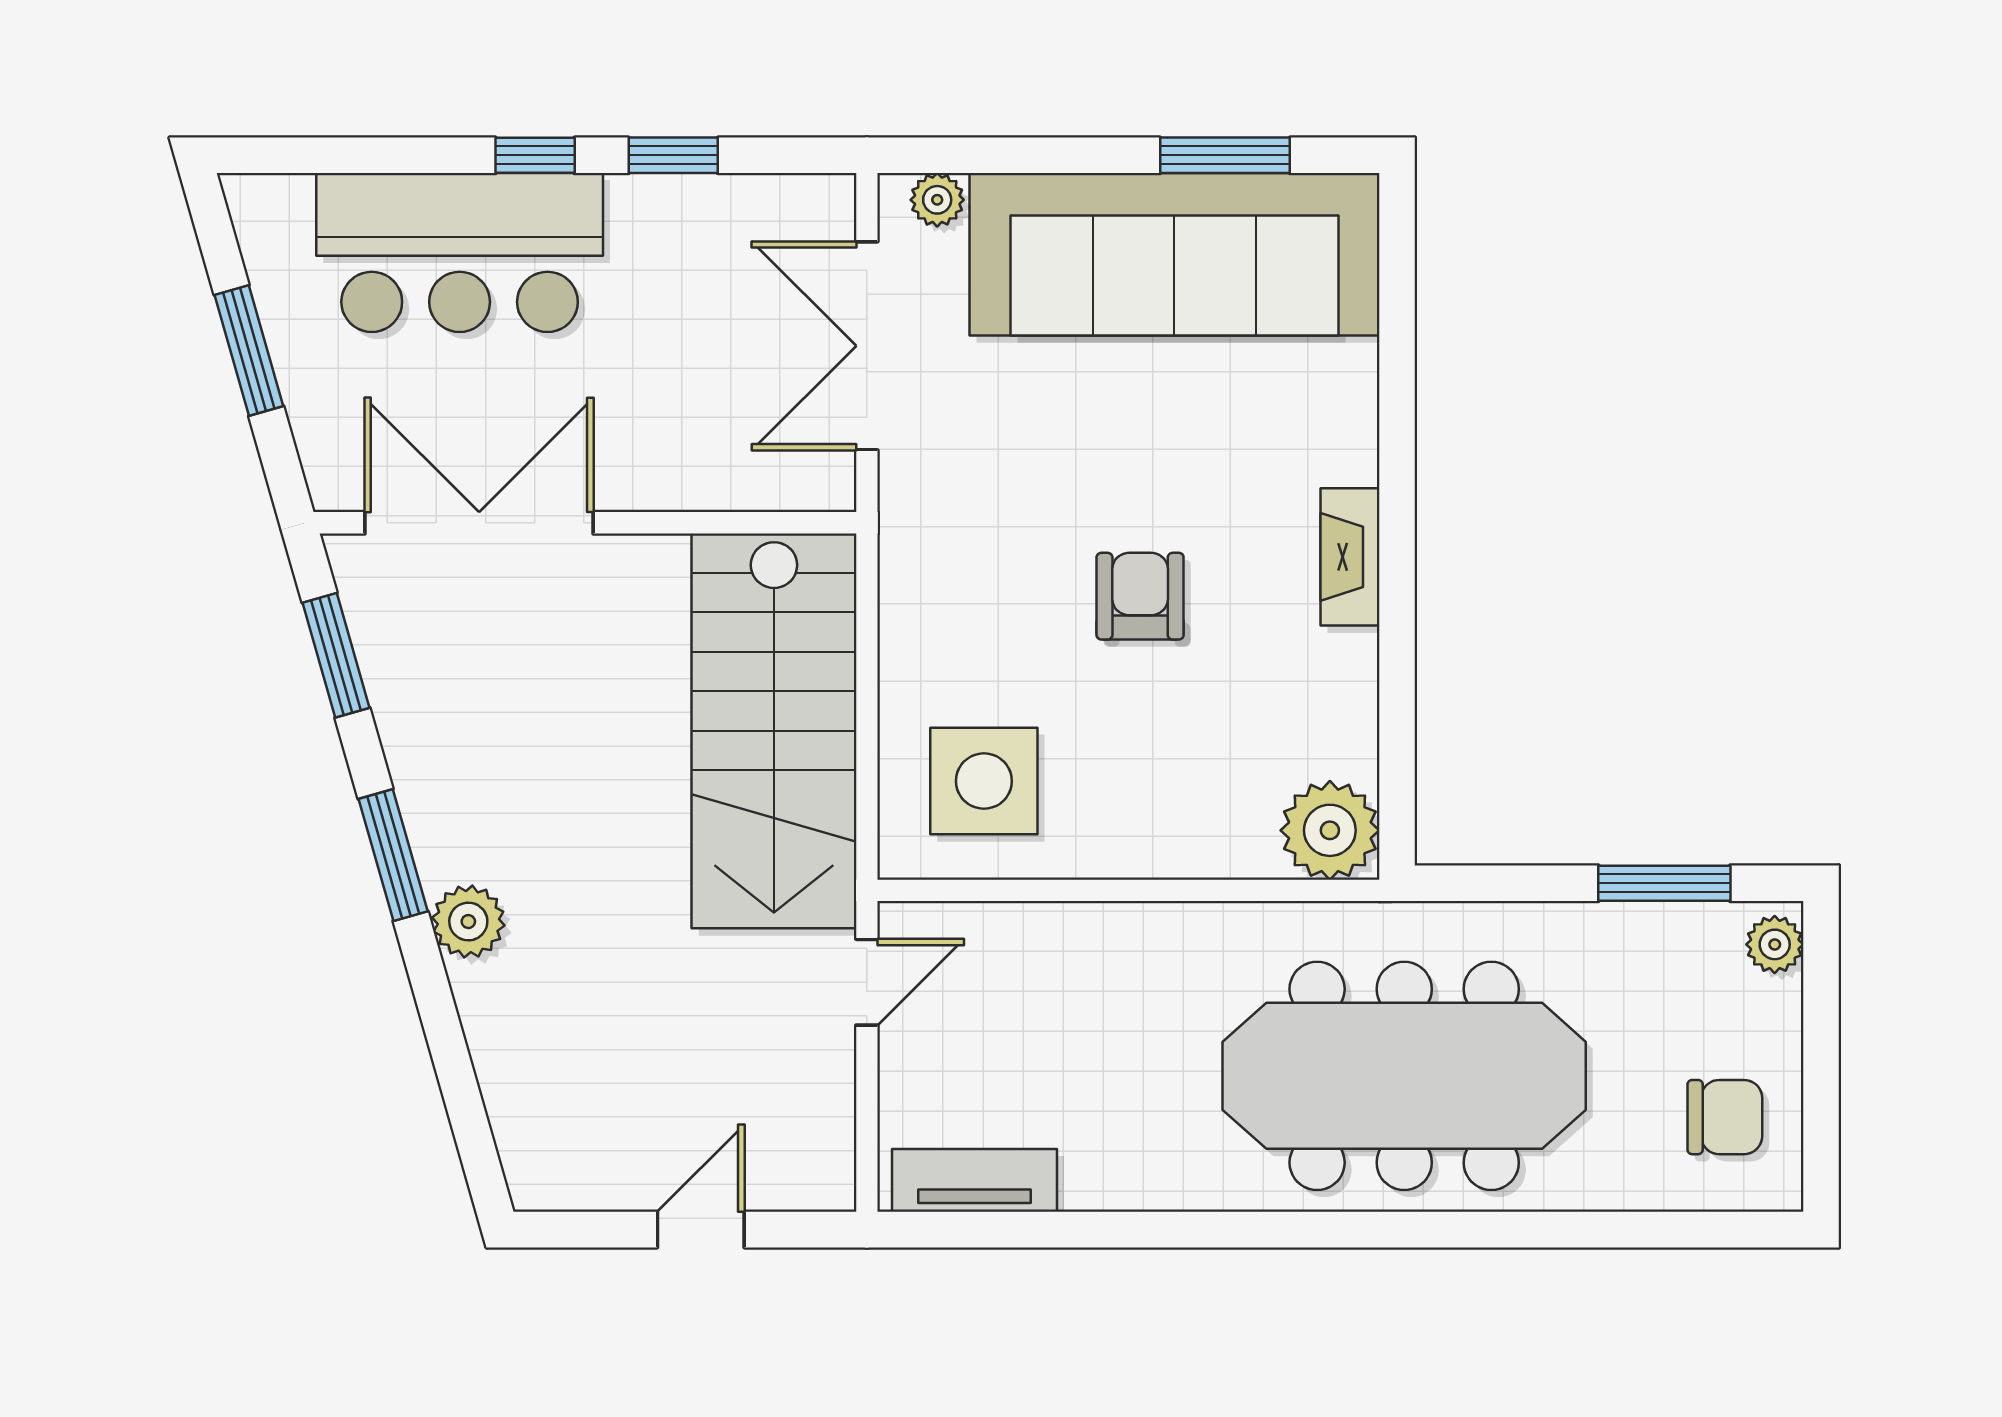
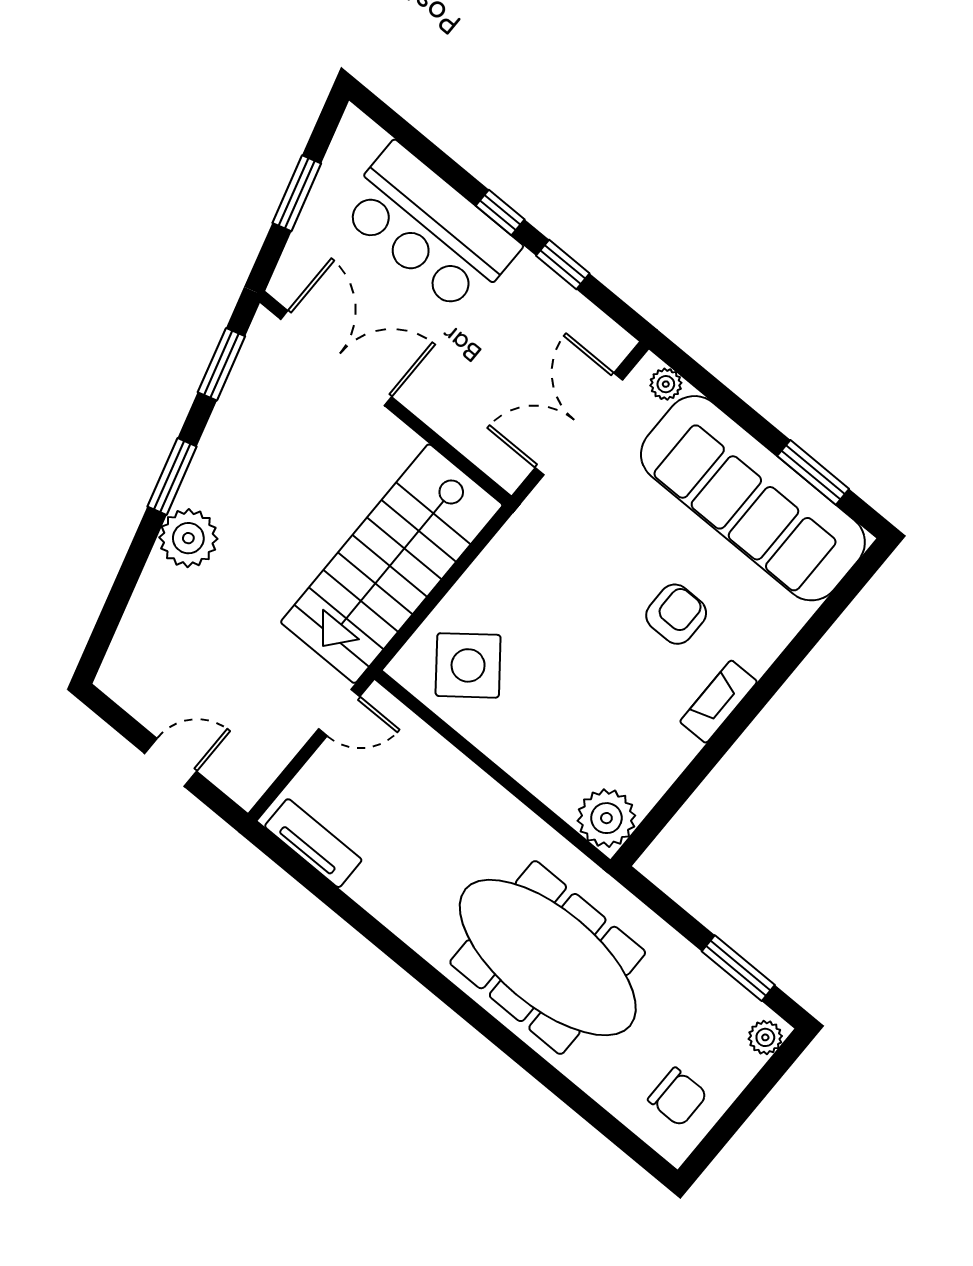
armchair: (1140, 596) -> (676, 614), moved
side table: (984, 781) -> (468, 665), turned -38
plant: (468, 922) -> (188, 538), width x1.36, depth x1.36

